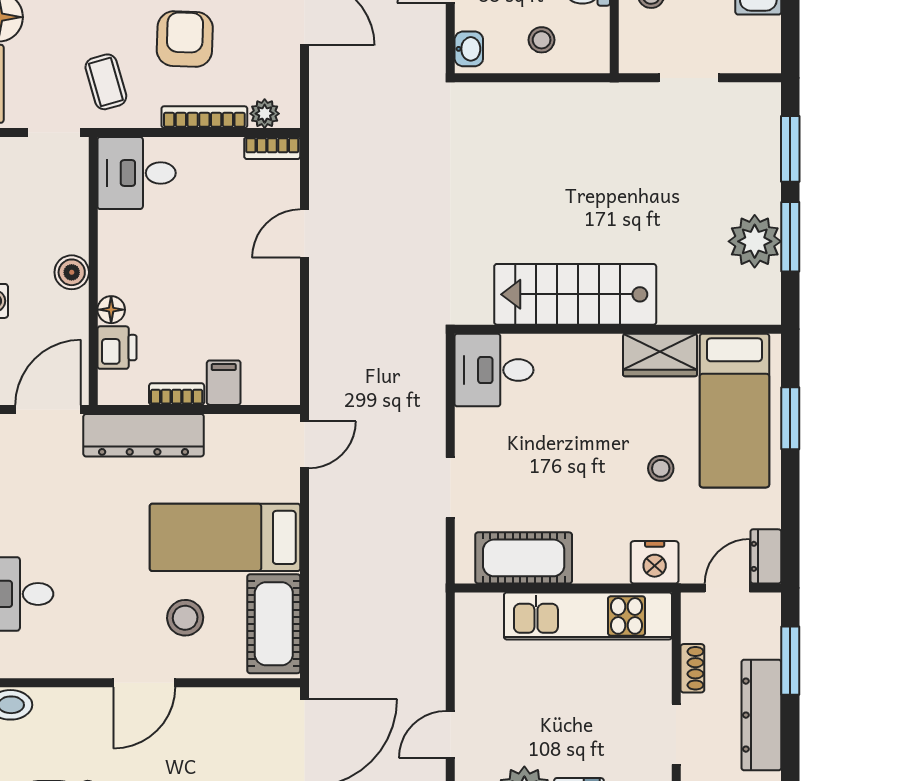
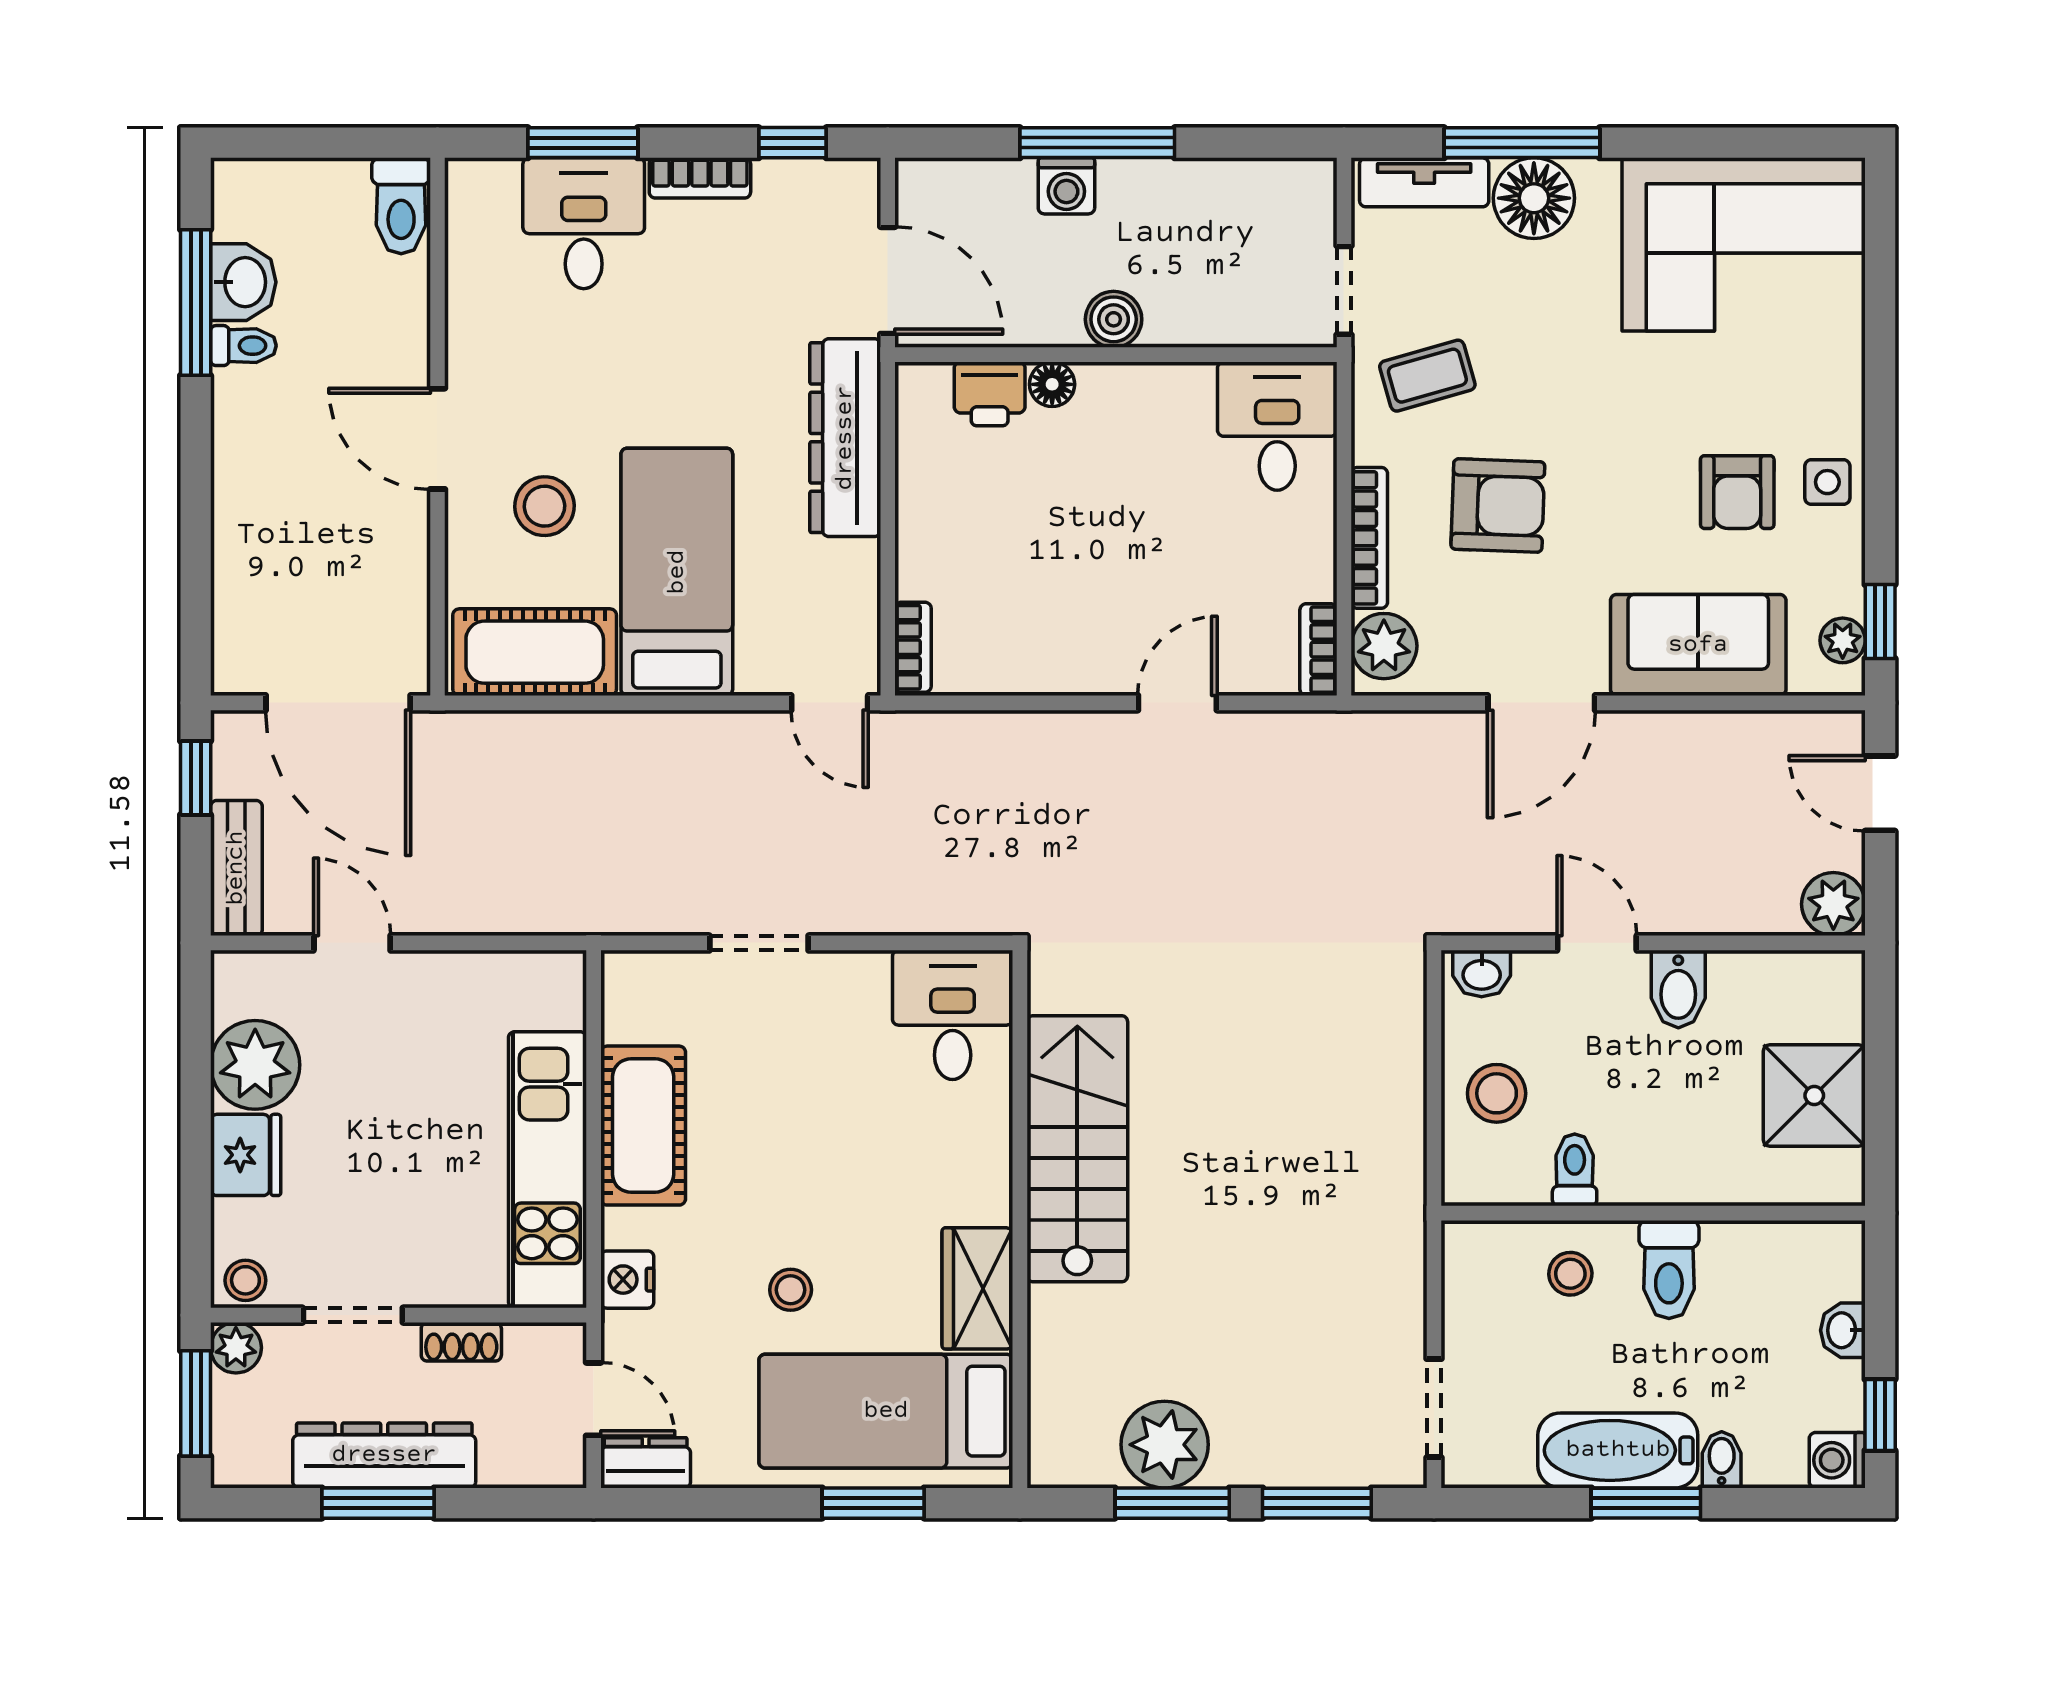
stool: (542, 40) -> (1497, 1093), width x1.37, depth x1.37
doorway: (689, 78) -> (1434, 1408), moved
plant: (265, 114) -> (1384, 646), width x1.38, depth x1.38
door: (305, 234) -> (1177, 703), hinge flipped
filing cabinet: (224, 383) -> (932, 570), removed
bookcase: (177, 394) -> (913, 647), moved
cot: (524, 558) -> (643, 1126), moved
nightstand: (655, 562) -> (627, 1280), width x0.74, depth x0.75
window: (790, 661) -> (378, 1503), moved

